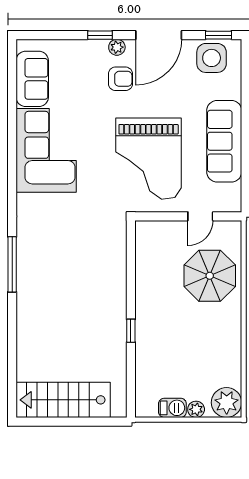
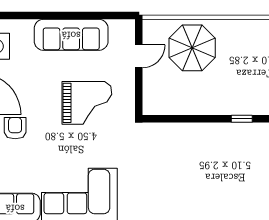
grand piano: (149, 159) -> (87, 103), width x0.73, depth x0.68
door: (200, 216) -> (139, 56), hinge flipped

